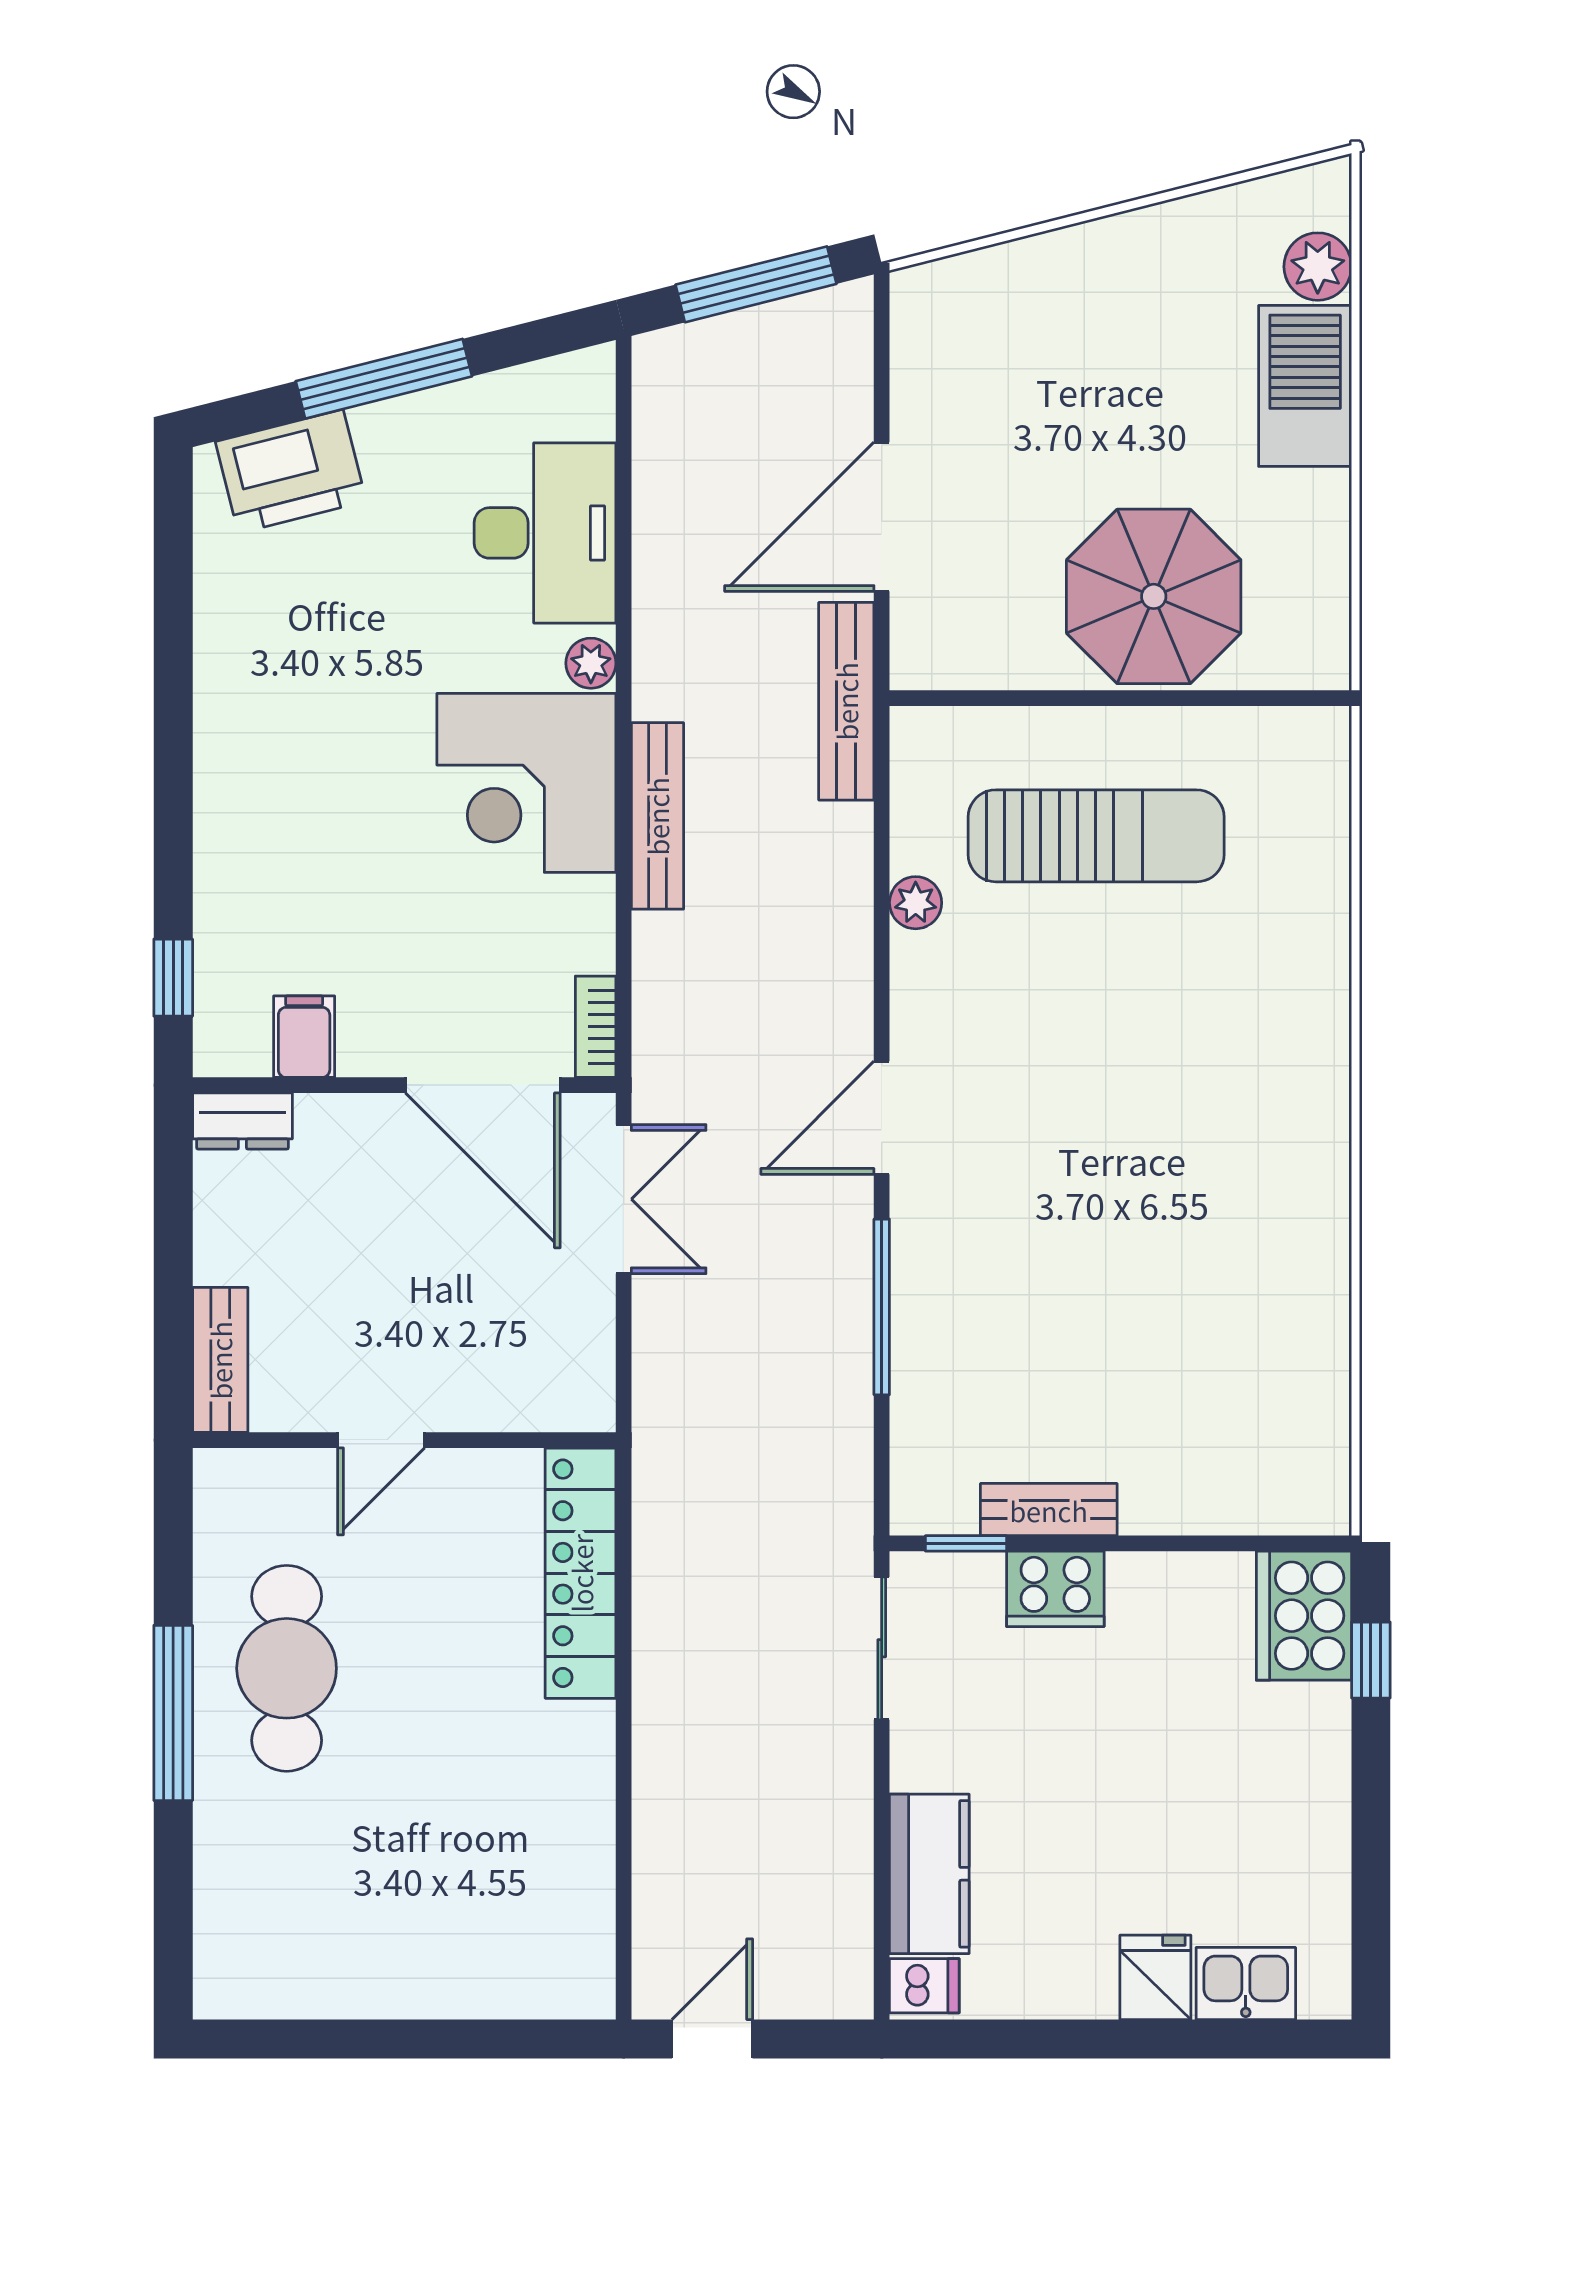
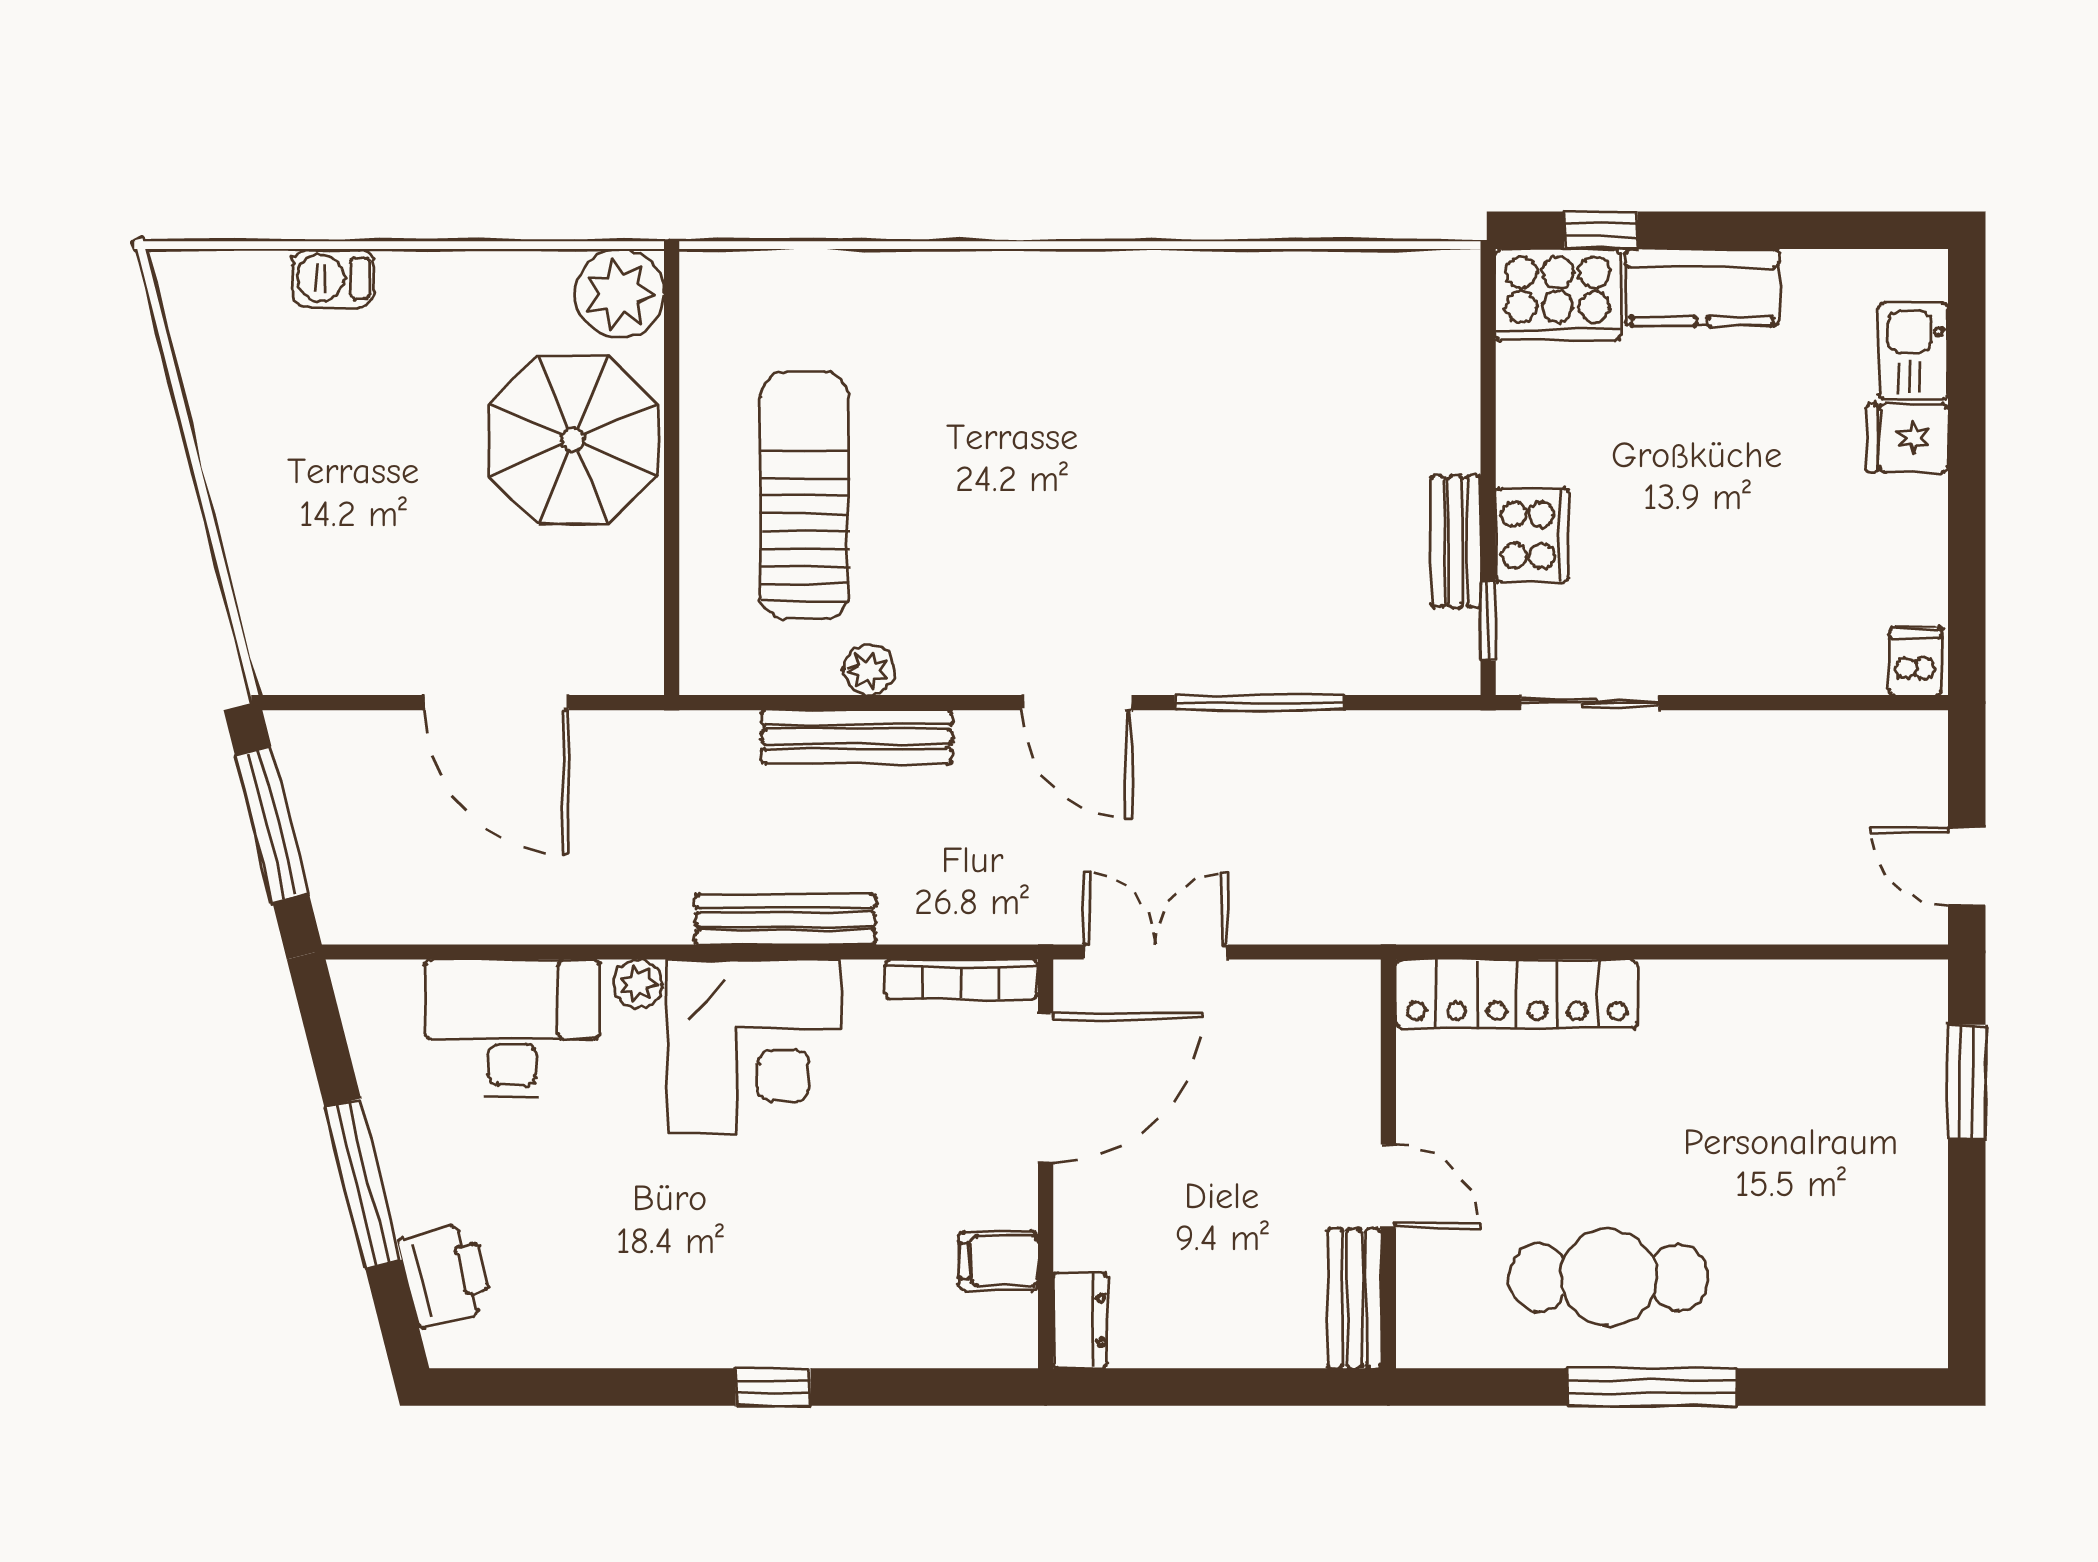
plant: (1318, 267) -> (620, 293), moved, width x1.36, depth x1.36
barbecue: (1305, 386) -> (334, 278), width x0.53, depth x0.65
printer: (291, 471) -> (445, 1275), width x0.73, depth x0.84
bench: (846, 701) -> (857, 737), moved
window: (173, 978) -> (773, 1387), moved
bookcase: (596, 1027) -> (961, 979), width x1.56
bench: (220, 1360) -> (1354, 1298), moved, turned 90
kitchen counter: (929, 1874) -> (1702, 287), moved, turned 180
window: (489, 2039) -> (1967, 1082), added

